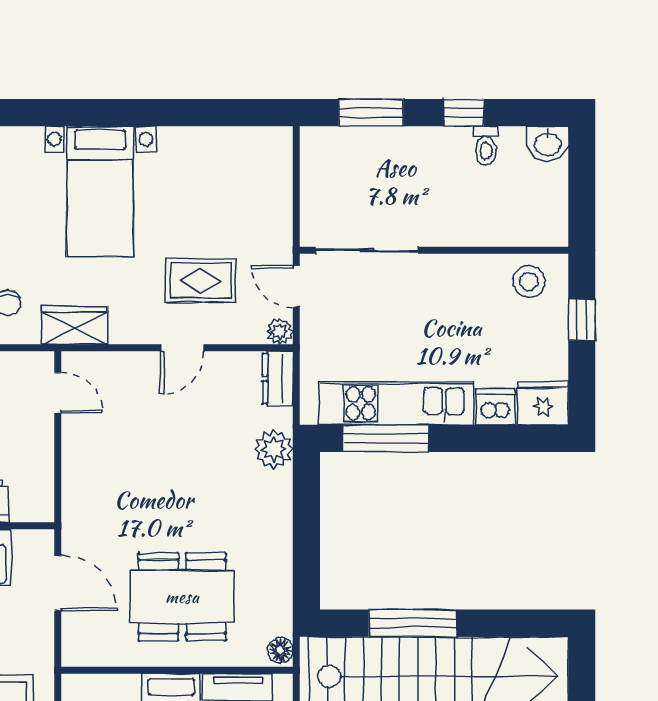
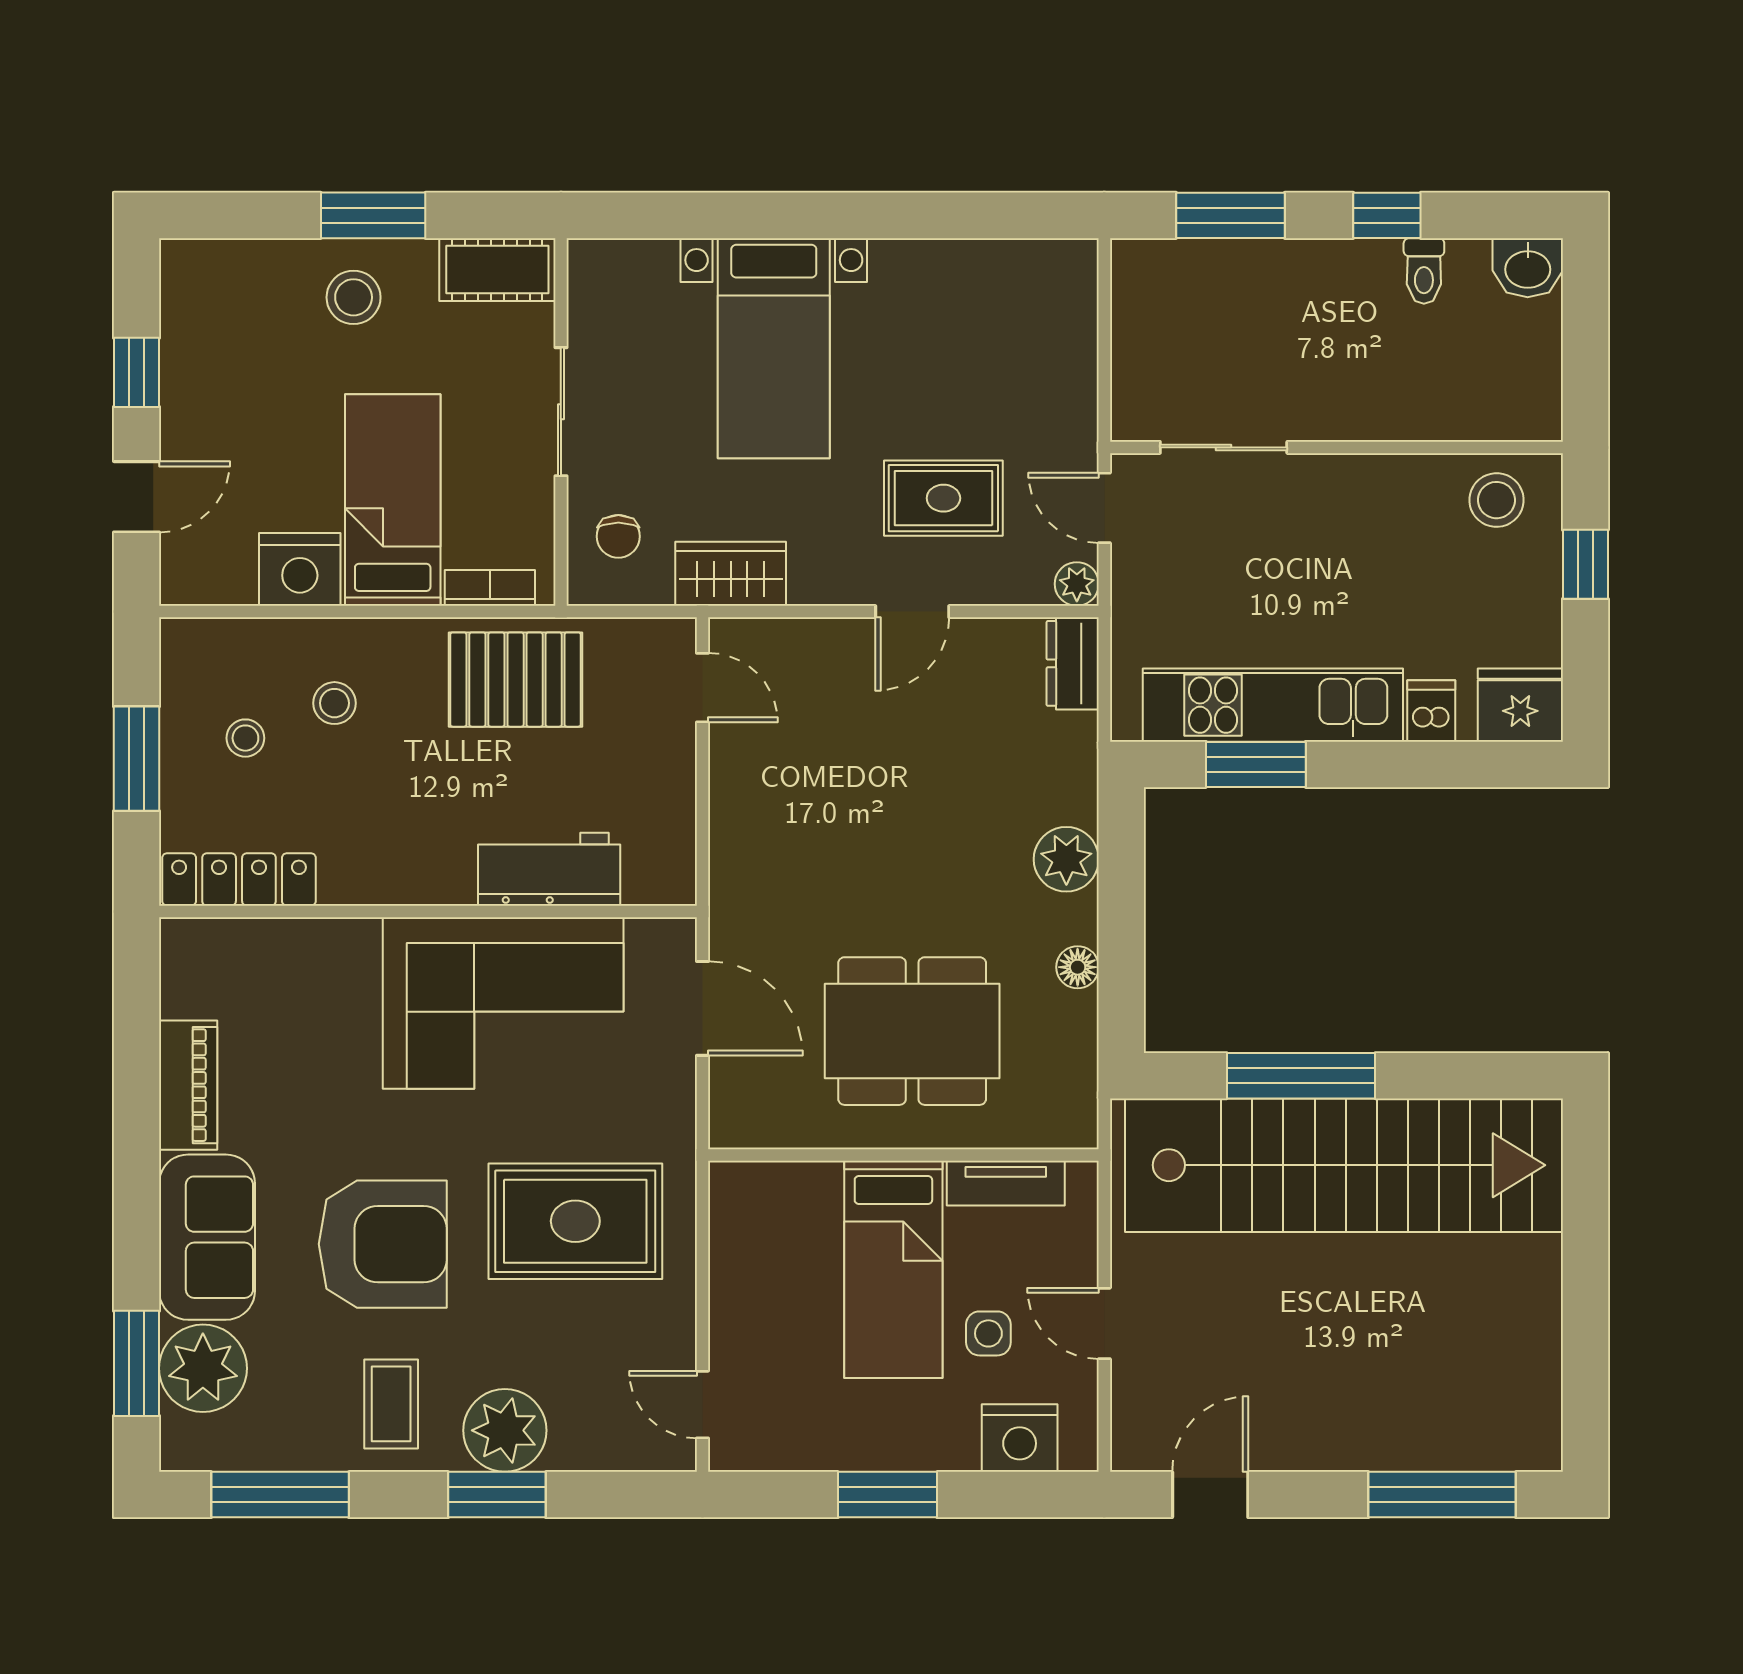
sliding door: (367, 250) -> (1224, 447), width x0.73
dishwasher: (496, 407) -> (1431, 711), width x0.73
window: (386, 438) -> (1256, 764), width x0.69
plant: (274, 449) -> (1066, 859), moved
floor lamp: (280, 650) -> (1078, 967), moved

